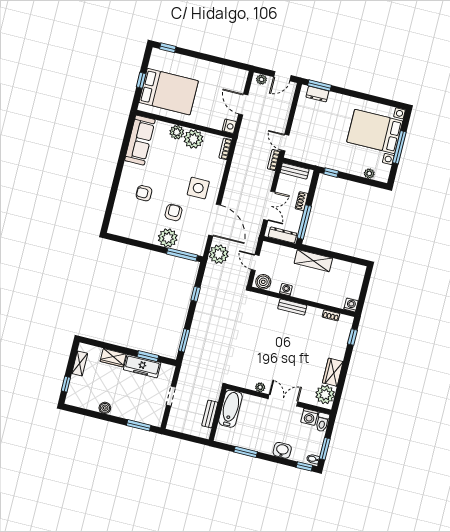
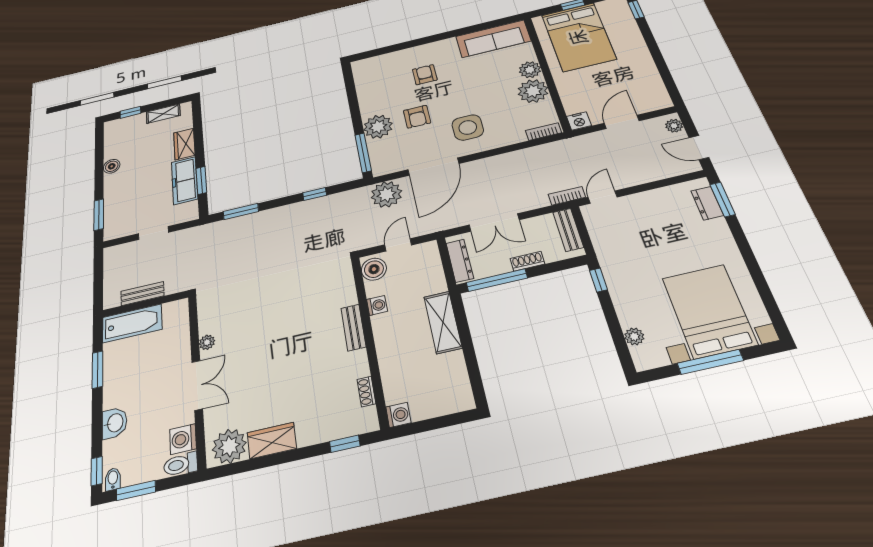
armchair: (174, 212) -> (417, 117), turned 90
bathtub: (230, 409) -> (132, 323), moved

